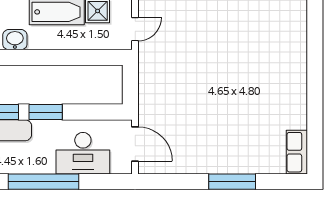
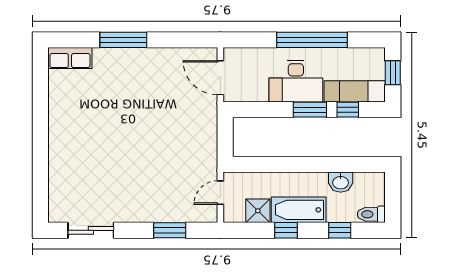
row of seats: (297, 152) -> (70, 58), moved, turned 90
desk: (83, 153) -> (296, 81), moved, turned 180

